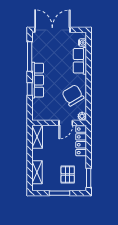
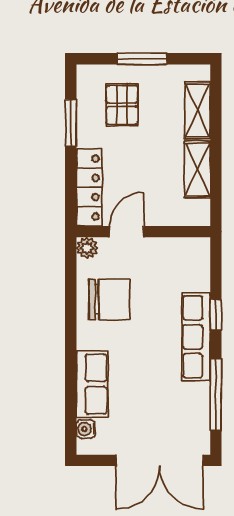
chair: (73, 95) -> (109, 299), turned -59
shelving: (37, 137) -> (197, 169), moved
window: (89, 178) -> (71, 123), moved

